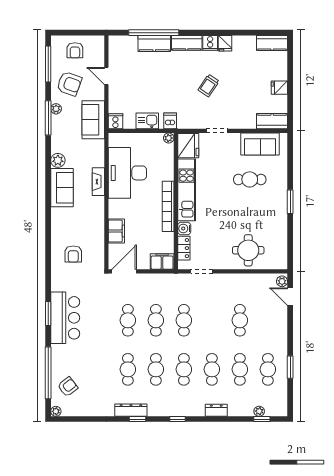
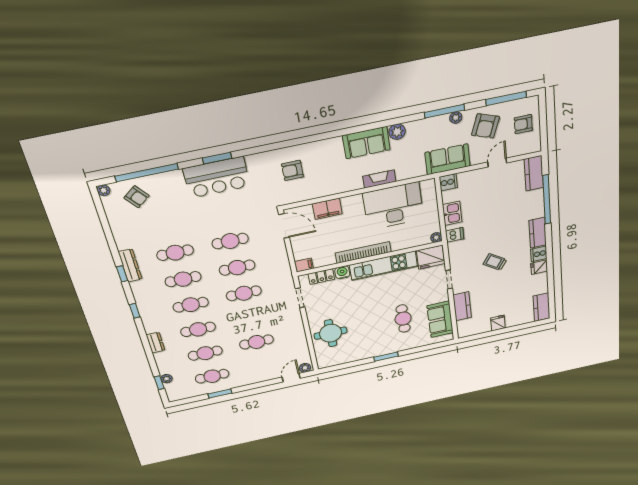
kitchen counter: (154, 43) -> (534, 173), moved
kitchen counter: (272, 121) -> (462, 306), moved
filing cabinet: (162, 261) -> (304, 265), width x0.50

